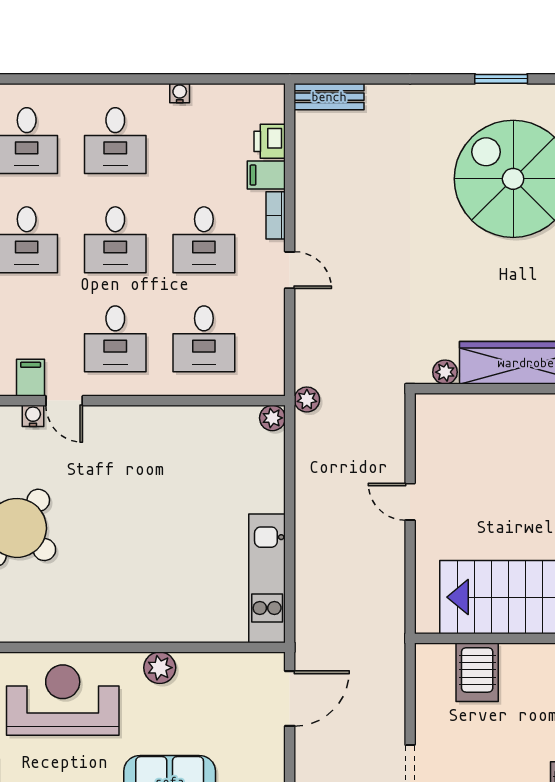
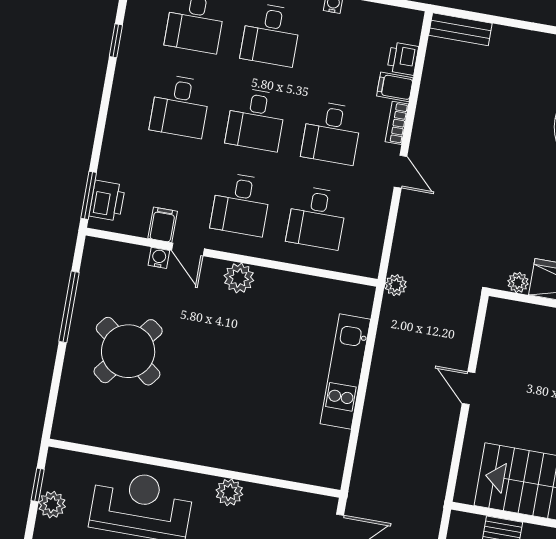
plant: (272, 418) -> (239, 278), moved, width x1.38, depth x1.38
kitchen unit: (267, 578) -> (345, 371), moved

